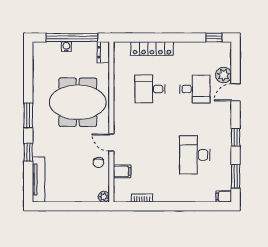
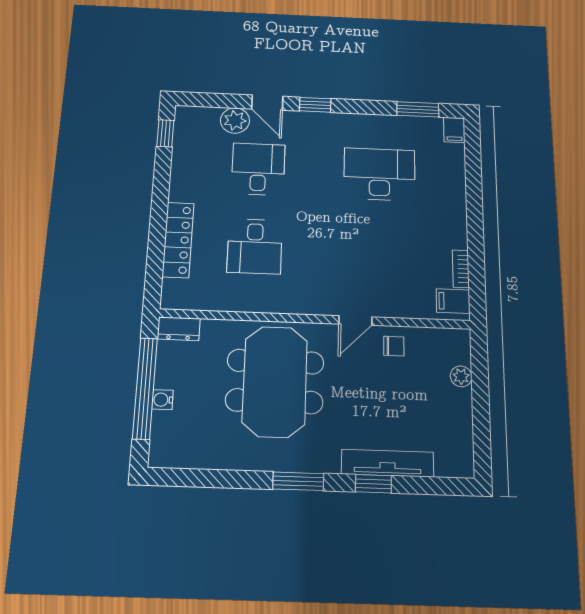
window: (236, 137) -> (315, 105), moved
desk: (195, 155) -> (379, 174), turned 180
filing cabinet: (122, 171) -> (453, 301), moved, turned -90
tv unit: (39, 180) -> (388, 463), moved
plant: (104, 197) -> (461, 376), moved

